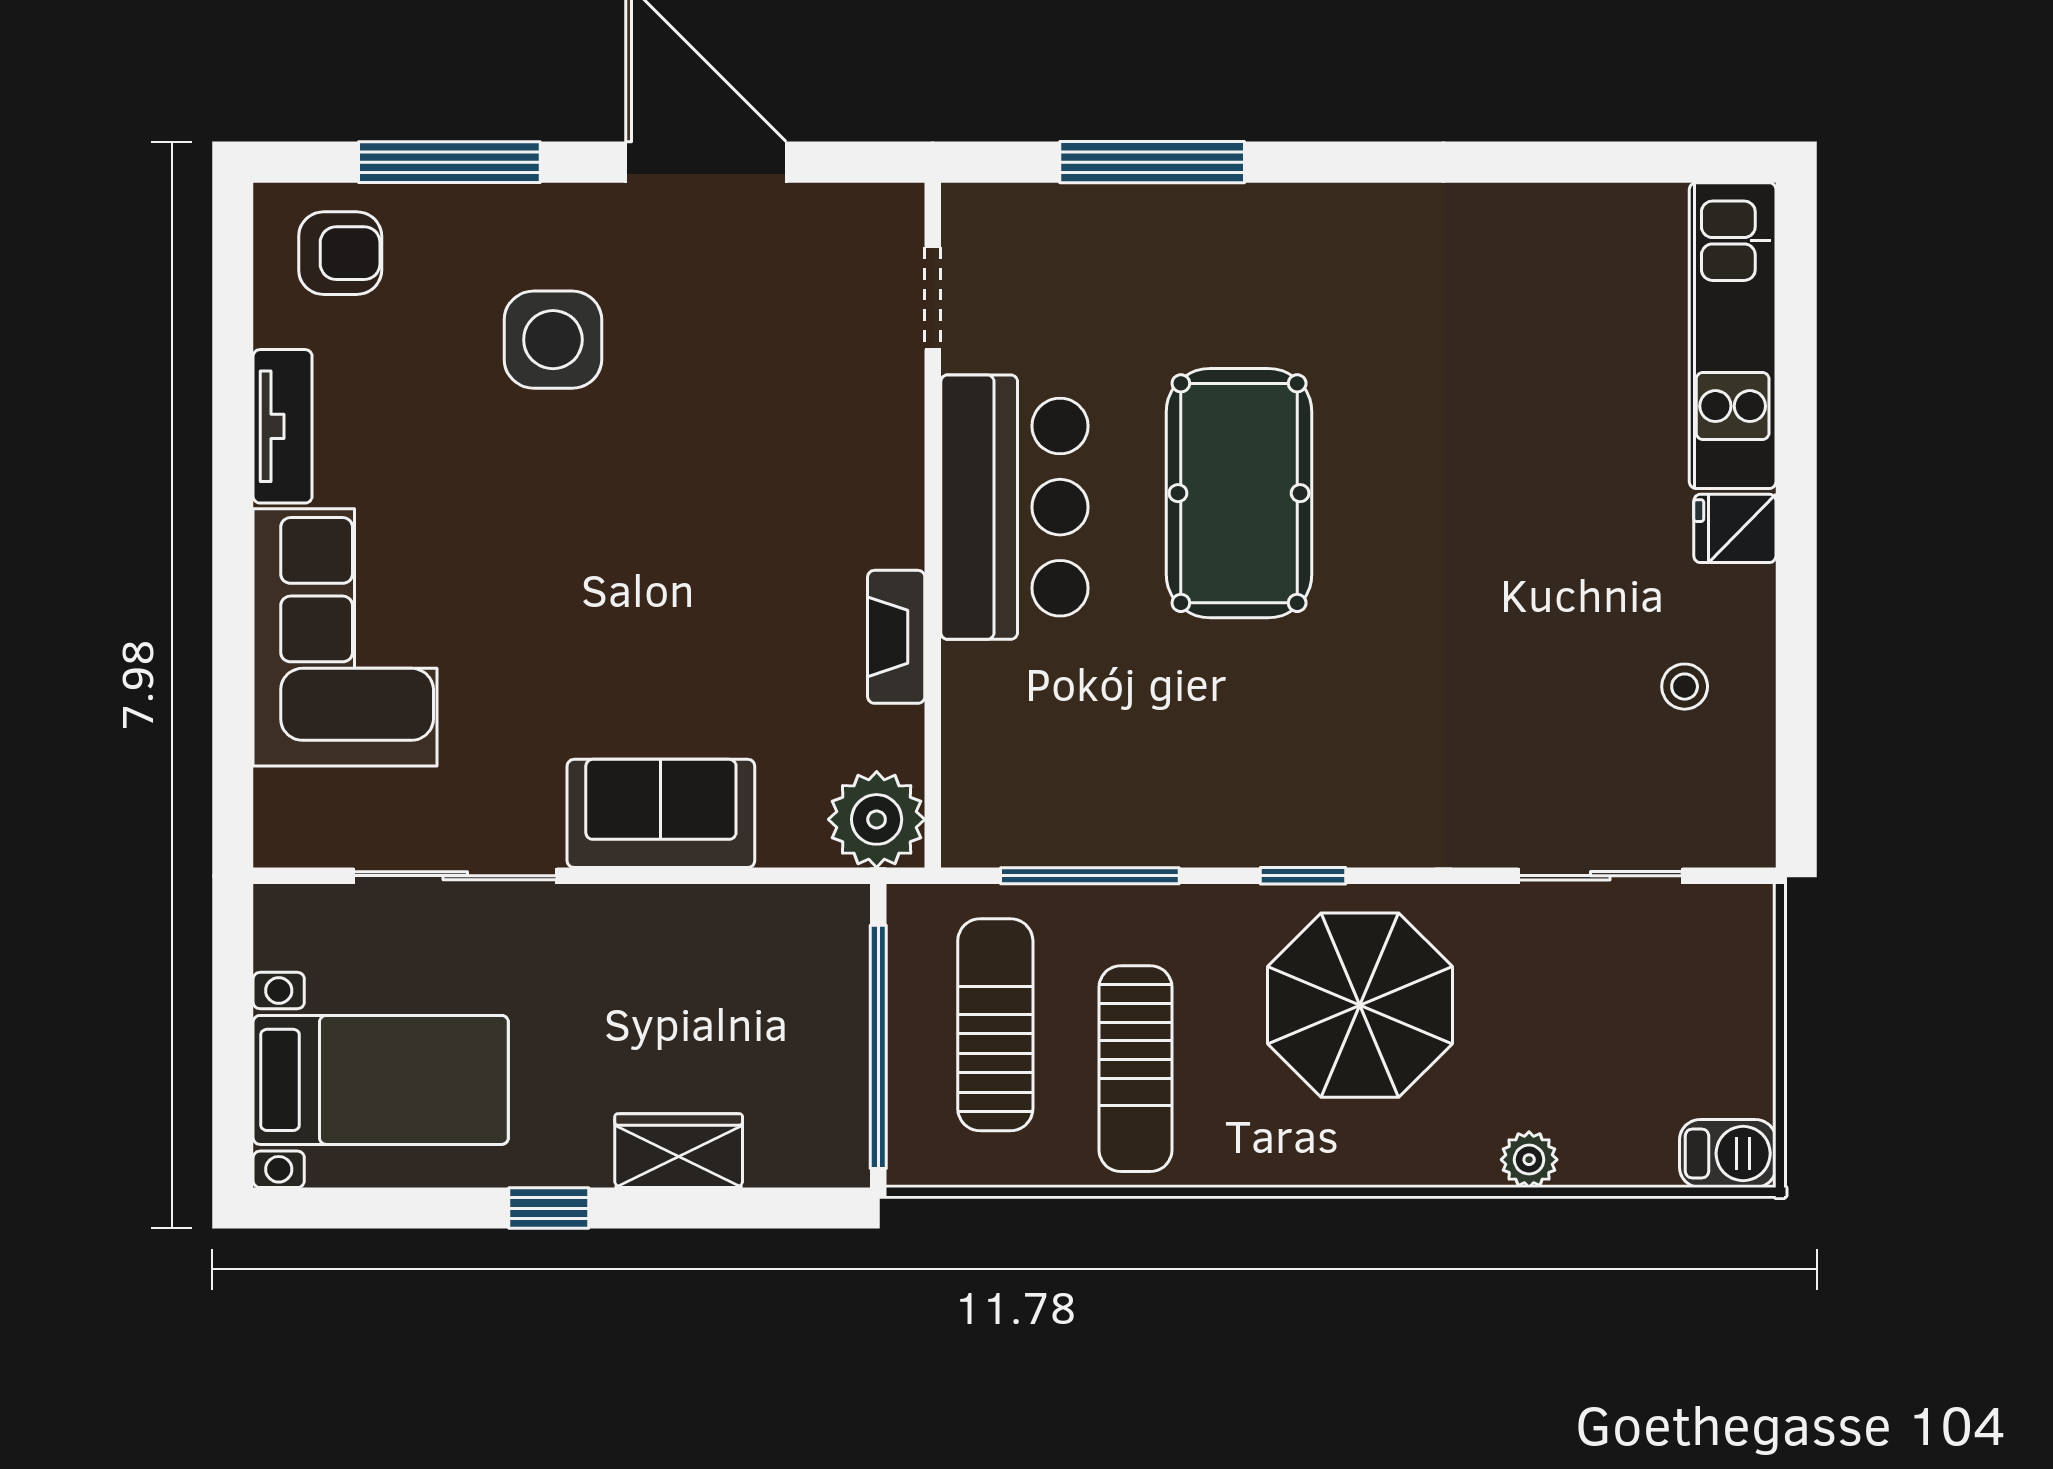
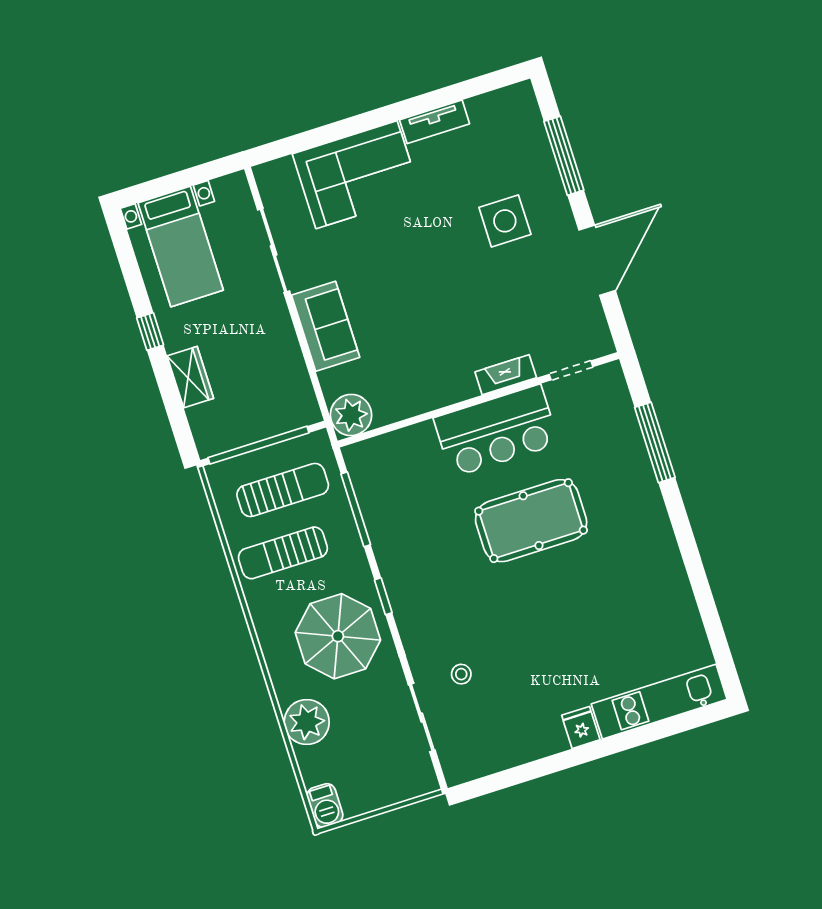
armchair: (340, 253) -> (513, 123), removed
fireplace: (896, 637) -> (506, 375), moved
stool: (1685, 687) -> (461, 674), moved
plant: (1529, 1160) -> (307, 722), width x1.87, depth x1.87

